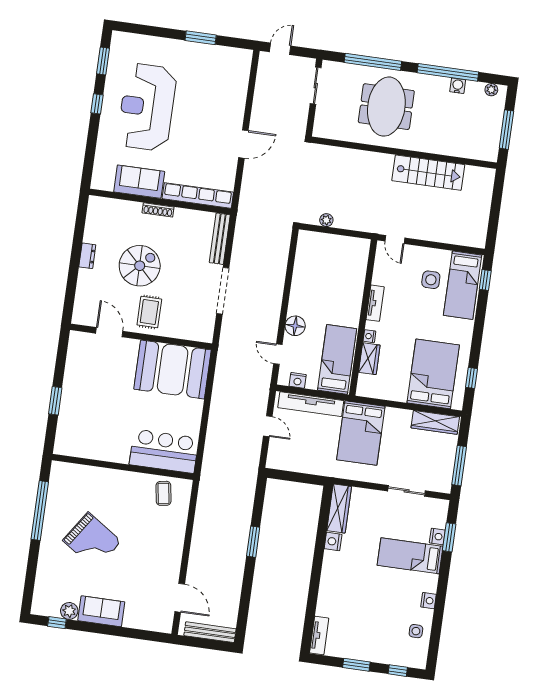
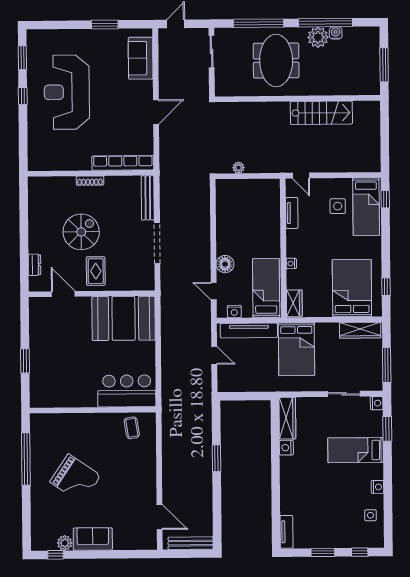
plant: (491, 90) -> (318, 37), moved, width x1.88, depth x1.88
sofa: (139, 182) -> (141, 58), moved, turned -90
dresser: (87, 256) -> (34, 265), moved
tv unit: (375, 303) -> (292, 213), moved
wardrobe: (369, 359) -> (294, 303), moved
nightstand: (437, 536) -> (377, 403), moved

